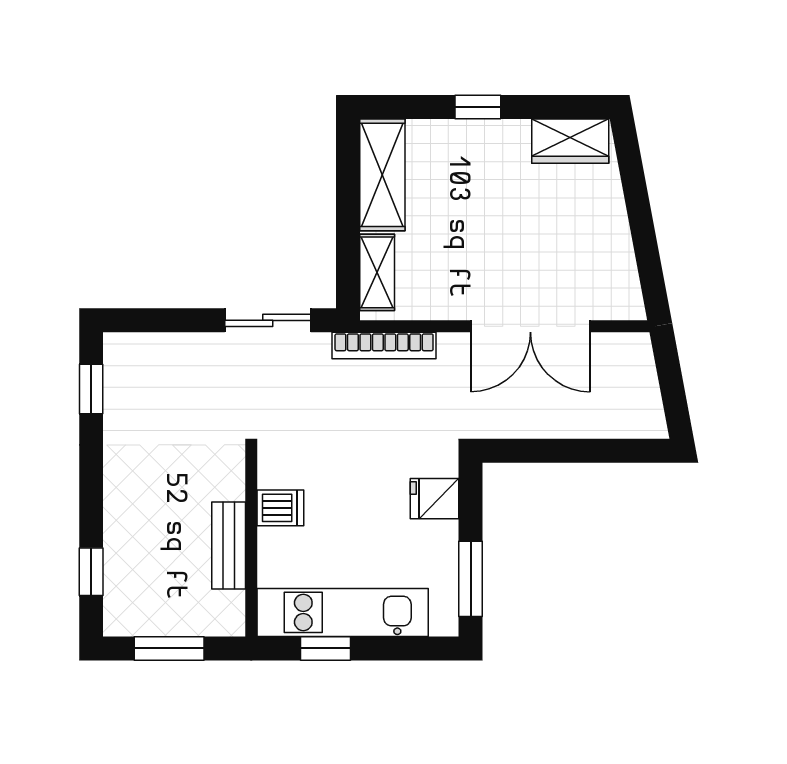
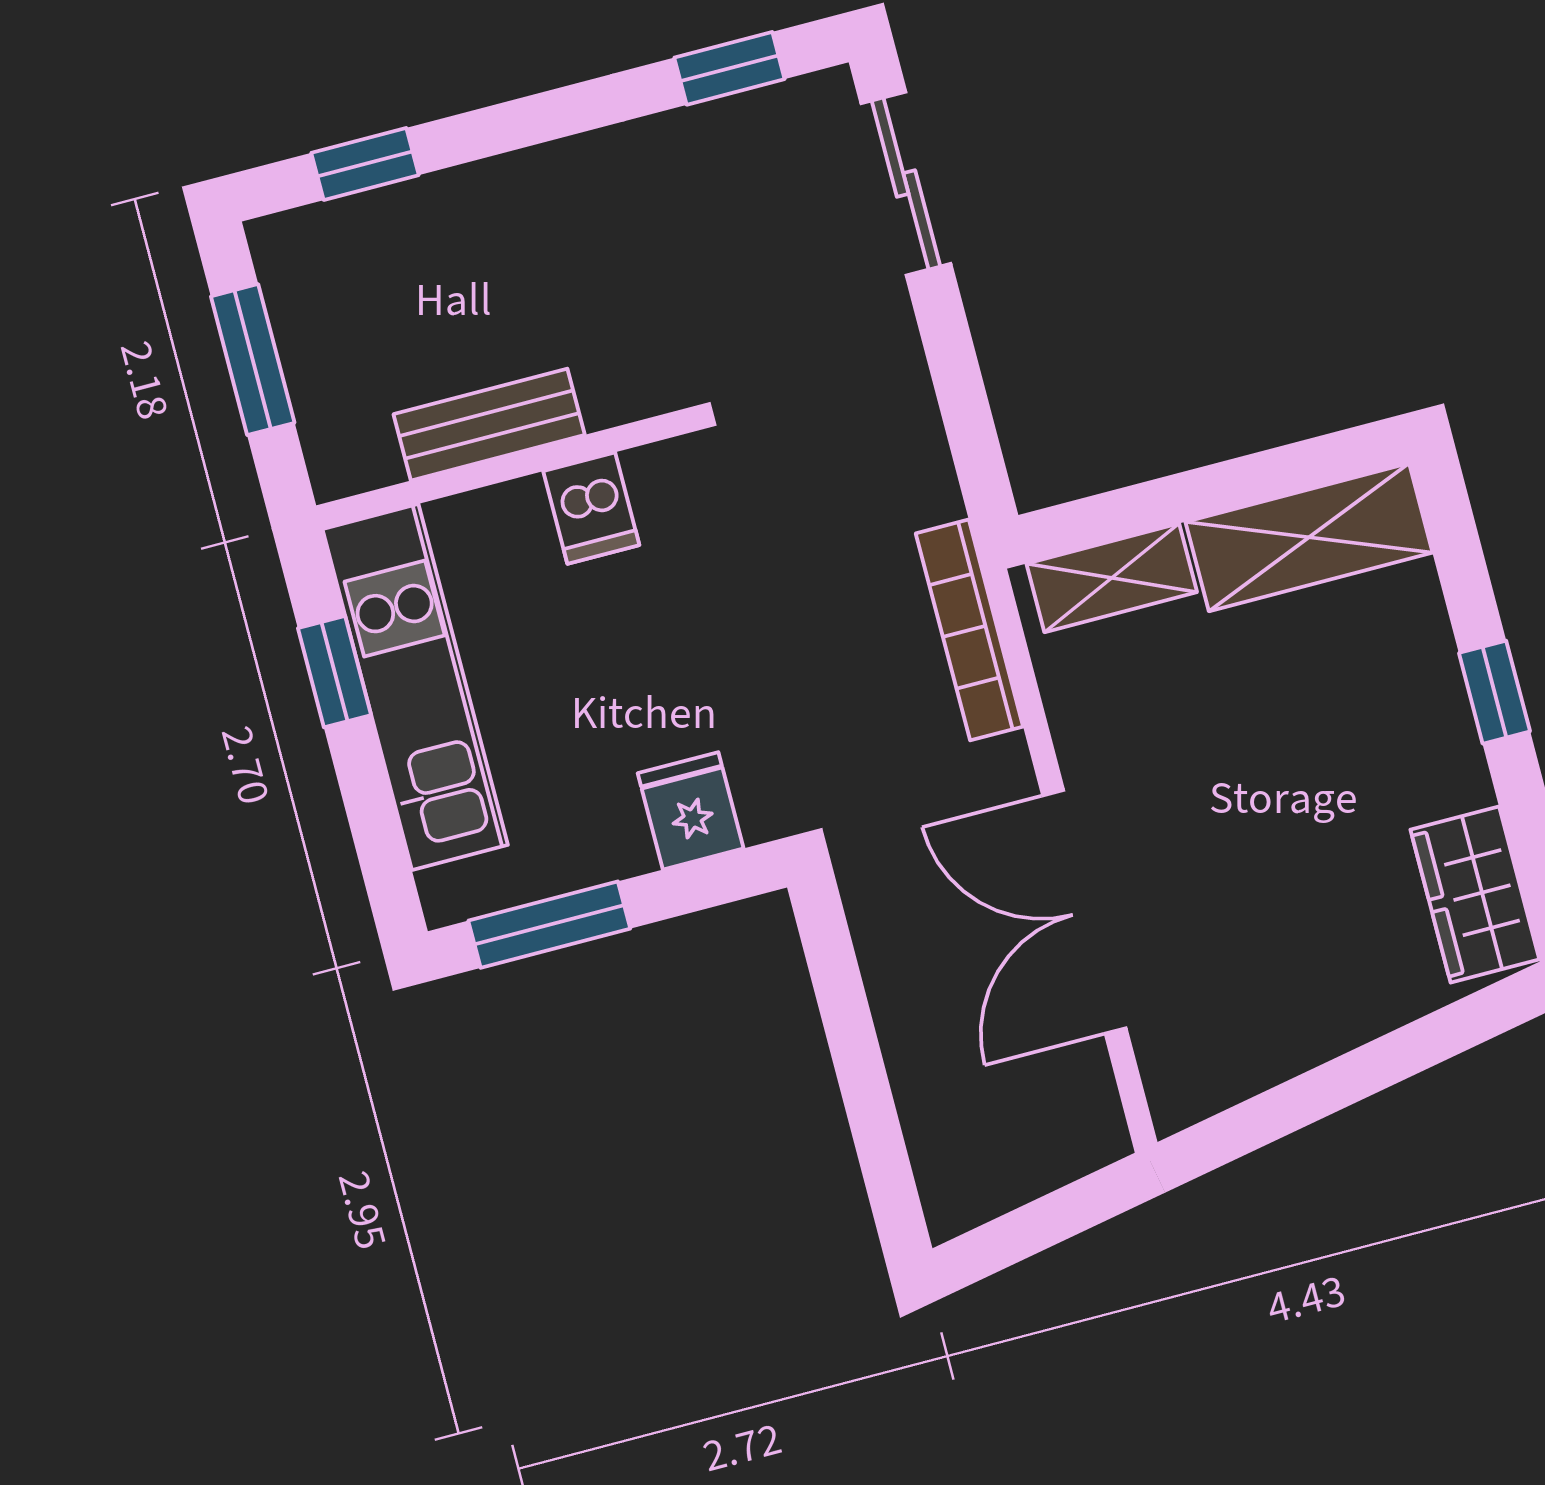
sliding door: (268, 320) -> (906, 184), moved

